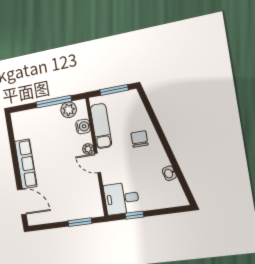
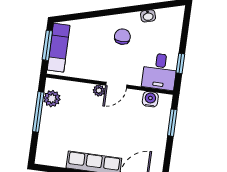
exam couch: (101, 126) -> (59, 48), moved, turned 90
water cooler: (83, 127) -> (150, 99), moved
chair: (139, 139) -> (122, 37), moved, turned 90

